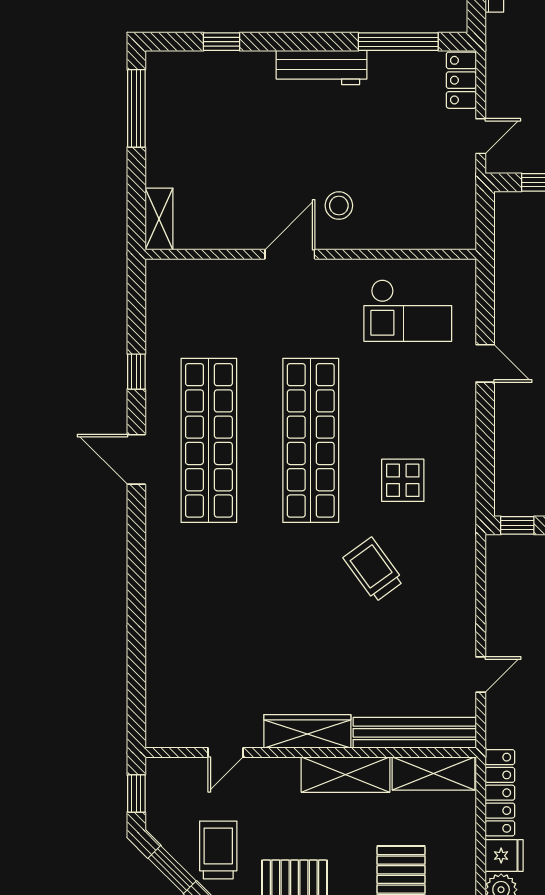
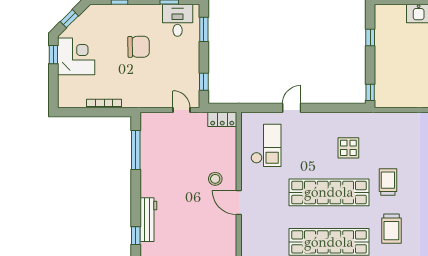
workbench: (322, 67) -> (148, 220), moved
locker: (461, 80) -> (222, 119), moved
trolley: (236, 569) -> (391, 229), added
trolley: (373, 570) -> (388, 182), moved, turned 126

